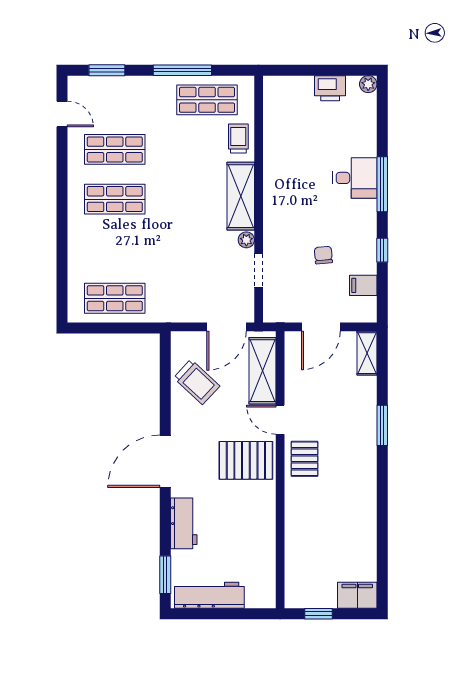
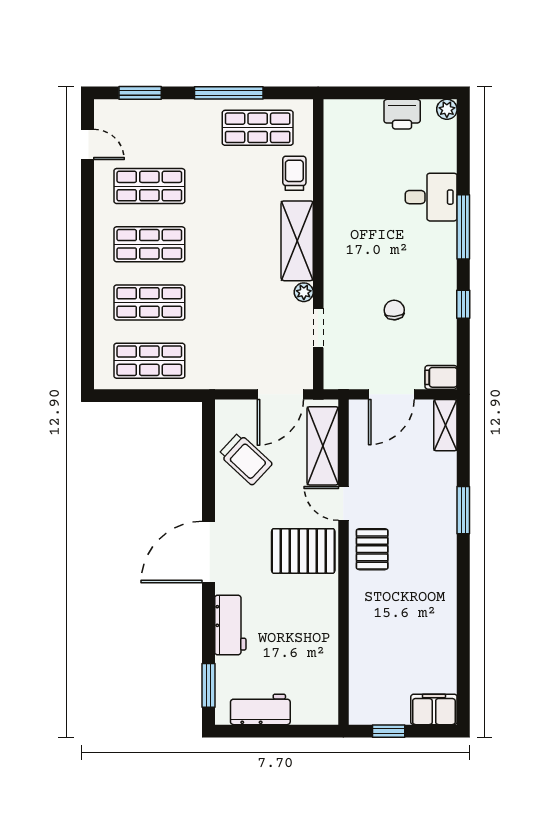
desk: (355, 178) -> (431, 197), moved
shop shelf: (115, 249) -> (149, 302), added
filing cabinet: (363, 285) -> (441, 377), moved
workbench: (209, 595) -> (260, 709), width x0.73

